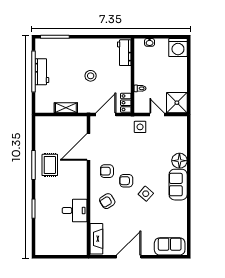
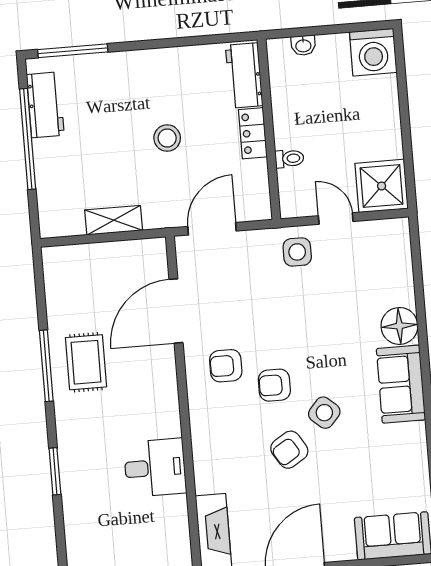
workbench: (42, 72) -> (45, 105), moved
locker: (126, 103) -> (253, 133), moved
armchair: (107, 201) -> (289, 450), moved

